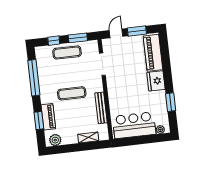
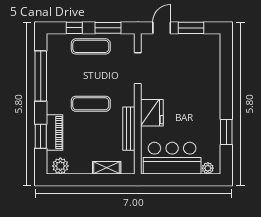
piano: (153, 53) -> (210, 61), removed
fridge: (156, 81) -> (152, 113), moved, turned 180

